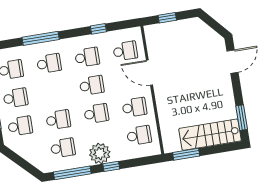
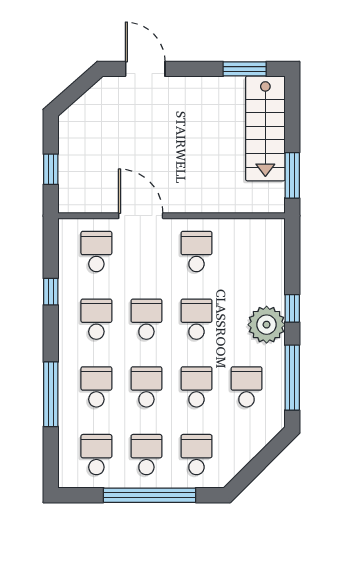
door: (149, 73) -> (141, 216), swing flipped
school desk: (139, 135) -> (146, 387), moved

